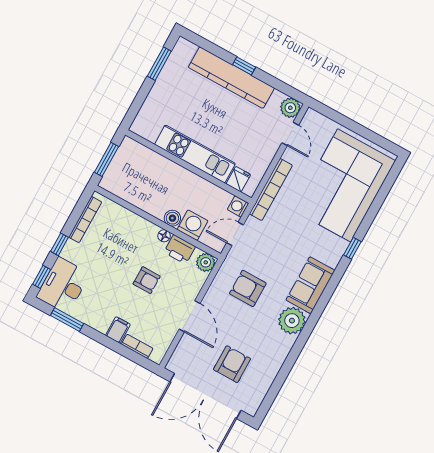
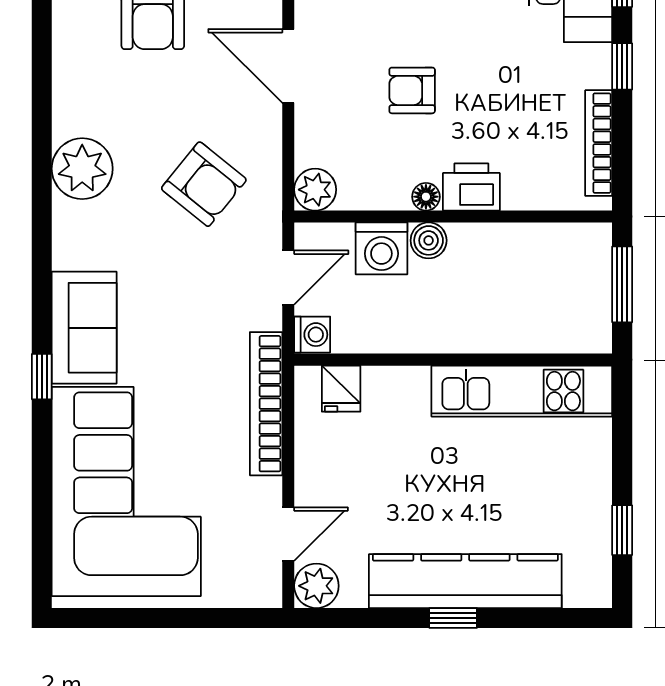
window: (159, 64) -> (622, 530), width x0.67
door: (290, 134) -> (288, 534), swing flipped
kitchen unit: (195, 154) -> (522, 391), moved
printer: (180, 249) -> (471, 187), moved
sofa: (310, 285) -> (84, 328), moved
armchair: (248, 288) -> (204, 184), turned 39

